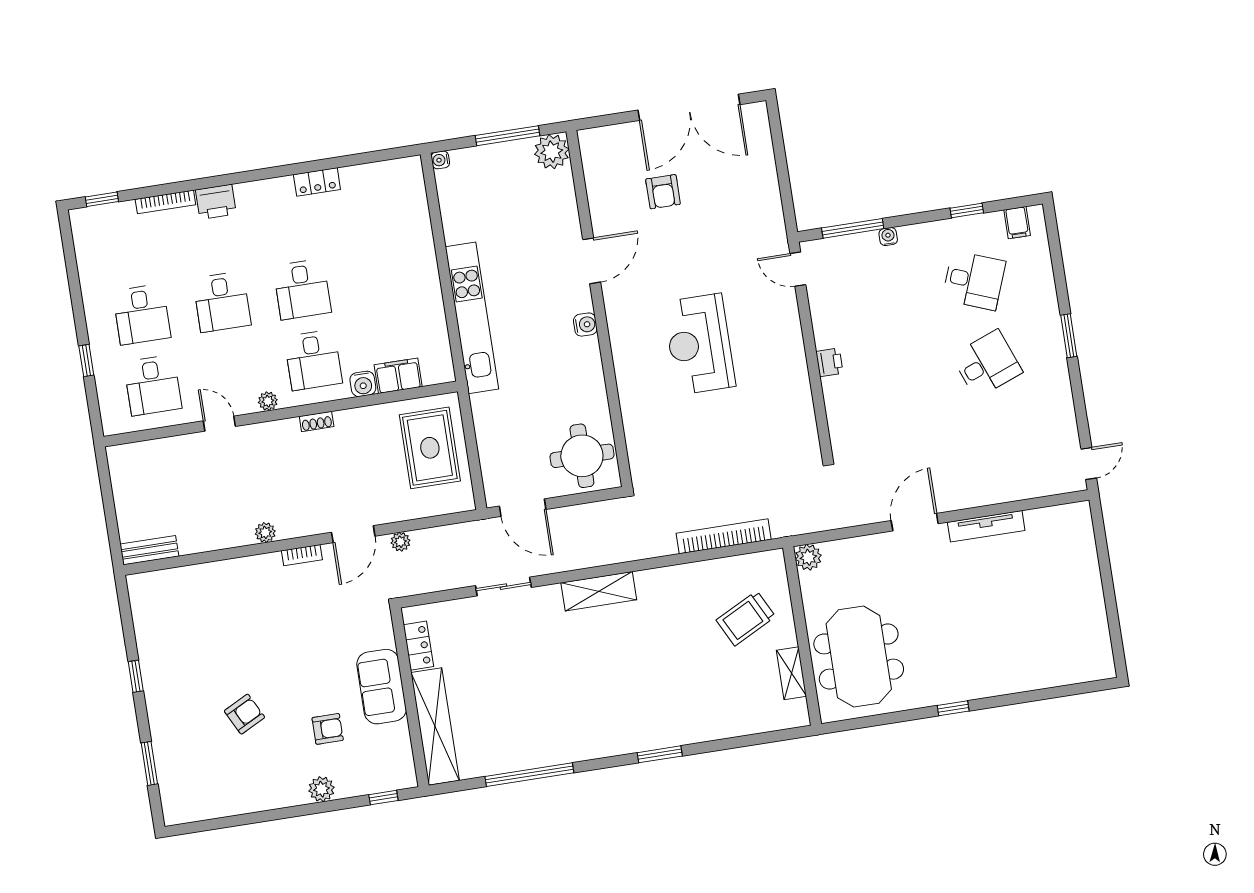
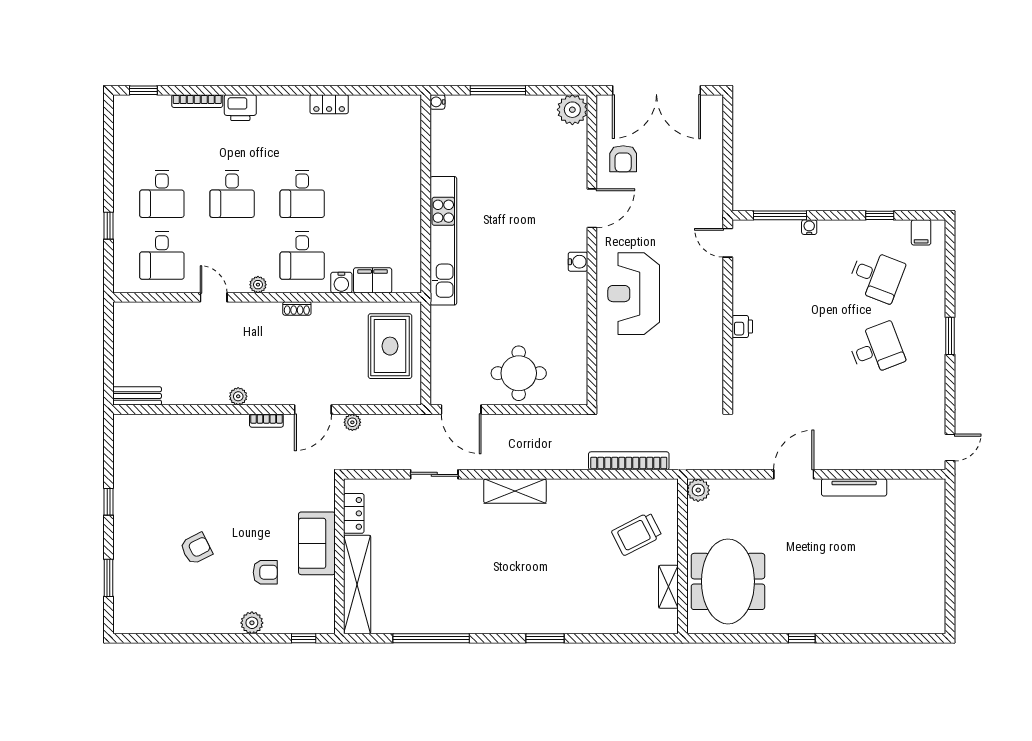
plant: (552, 152) -> (572, 110), moved
door: (592, 261) -> (592, 208), moved
wall: (599, 309) -> (592, 250), moved
water cooler: (585, 325) -> (578, 262), moved

